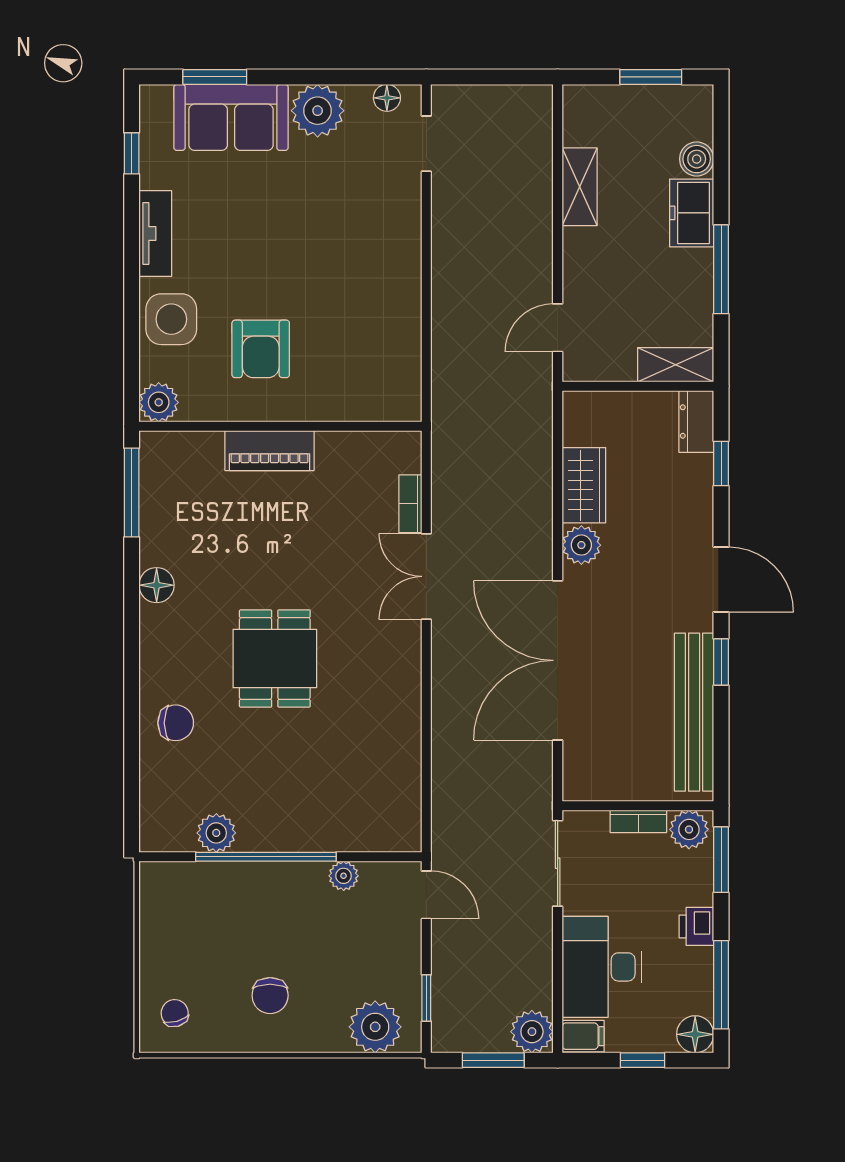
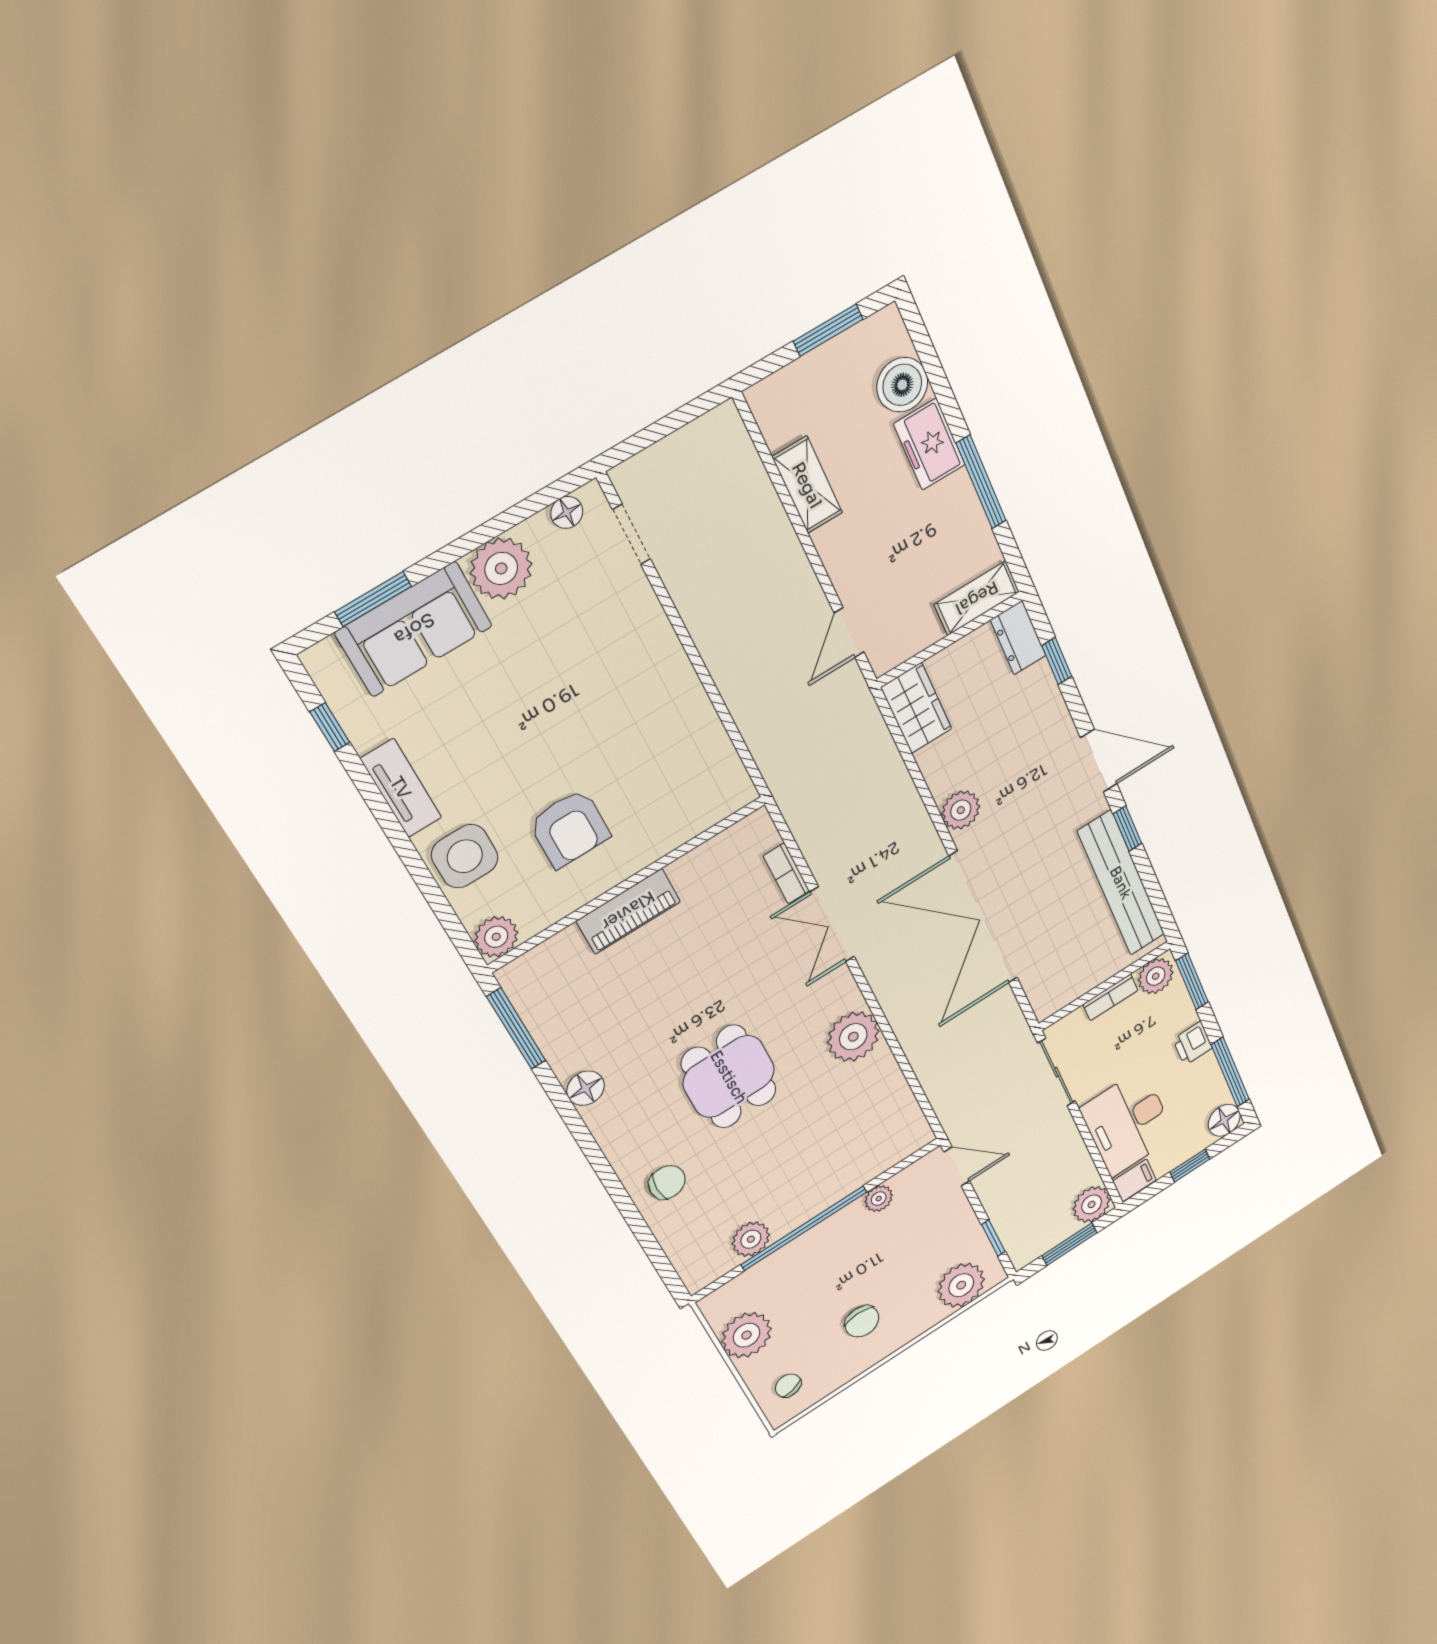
boiler: (697, 159) -> (902, 385), width x1.36, depth x1.36
wardrobe: (584, 485) -> (916, 708), moved
plant: (395, 696) -> (853, 1037), added
plant: (165, 930) -> (746, 1335), added

